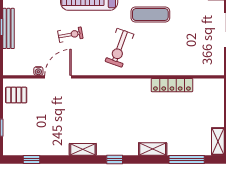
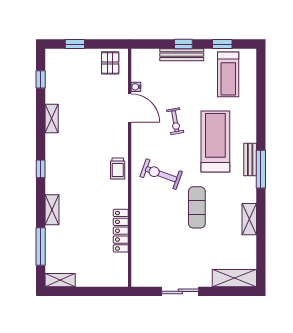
trolley: (114, 88) -> (118, 169), added
shelving: (83, 149) -> (52, 119), moved

